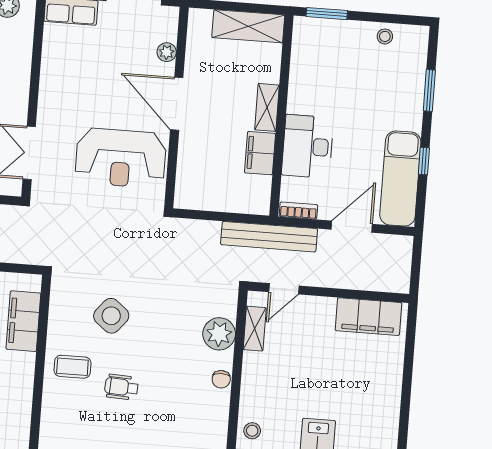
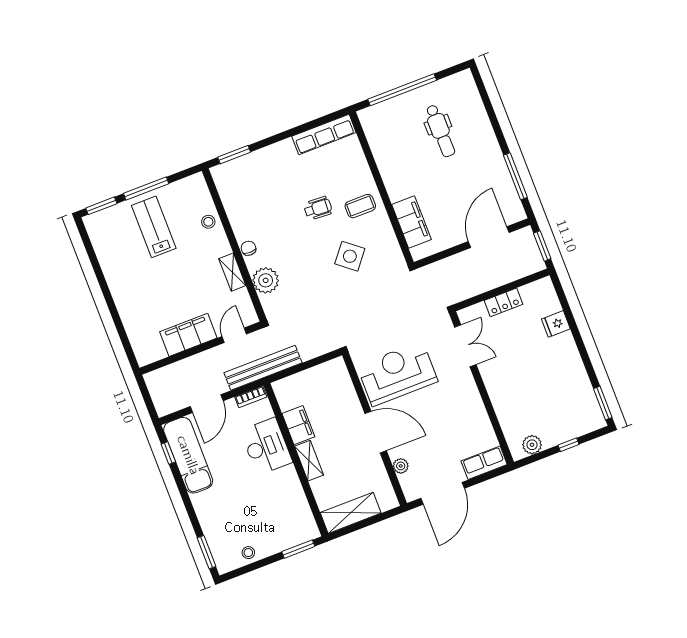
window: (429, 90) -> (207, 552), moved
window: (424, 161) -> (168, 453), moved
filing cabinet: (368, 317) -> (188, 335), moved
shelving: (255, 329) -> (232, 272), moved

